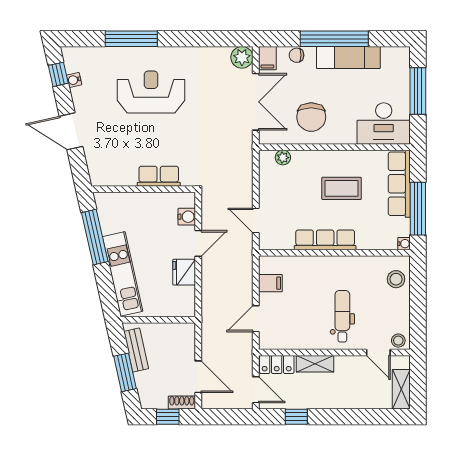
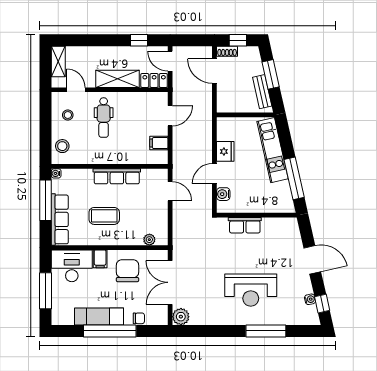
filing cabinet: (267, 58) -> (100, 259), moved, turned 180
stool: (398, 341) -> (68, 115), moved
shelving: (315, 364) -> (117, 79), width x1.50, depth x1.33

